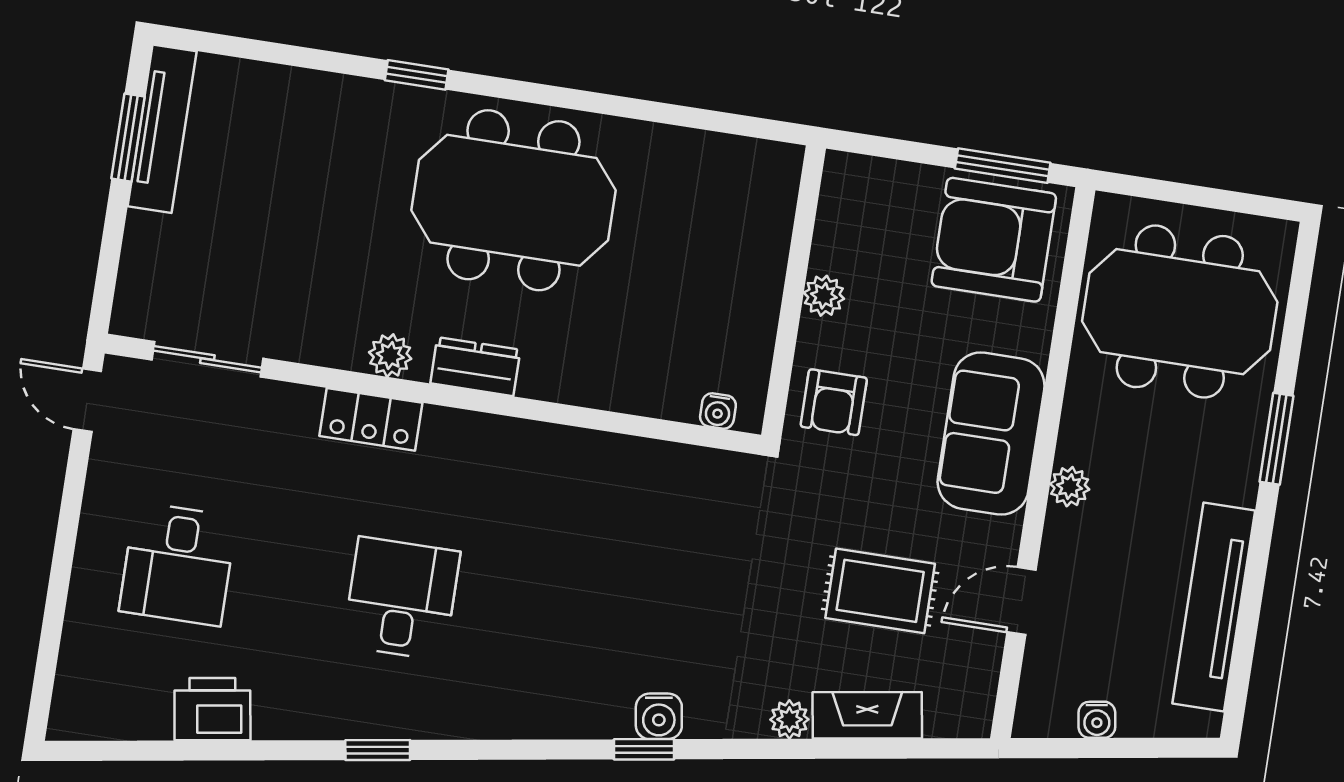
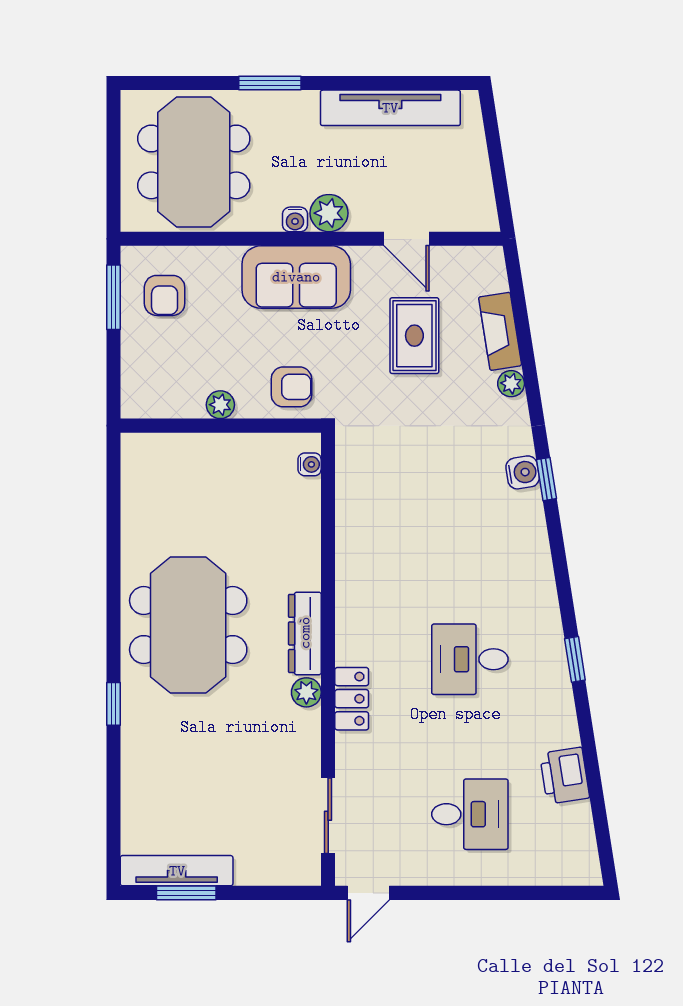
armchair: (994, 240) -> (165, 295), width x0.53, depth x0.53
dresser: (475, 367) -> (305, 633), width x1.44
plant: (1070, 487) -> (329, 213), width x1.38, depth x1.38
water cooler: (1097, 720) -> (295, 219), moved, turned 99

